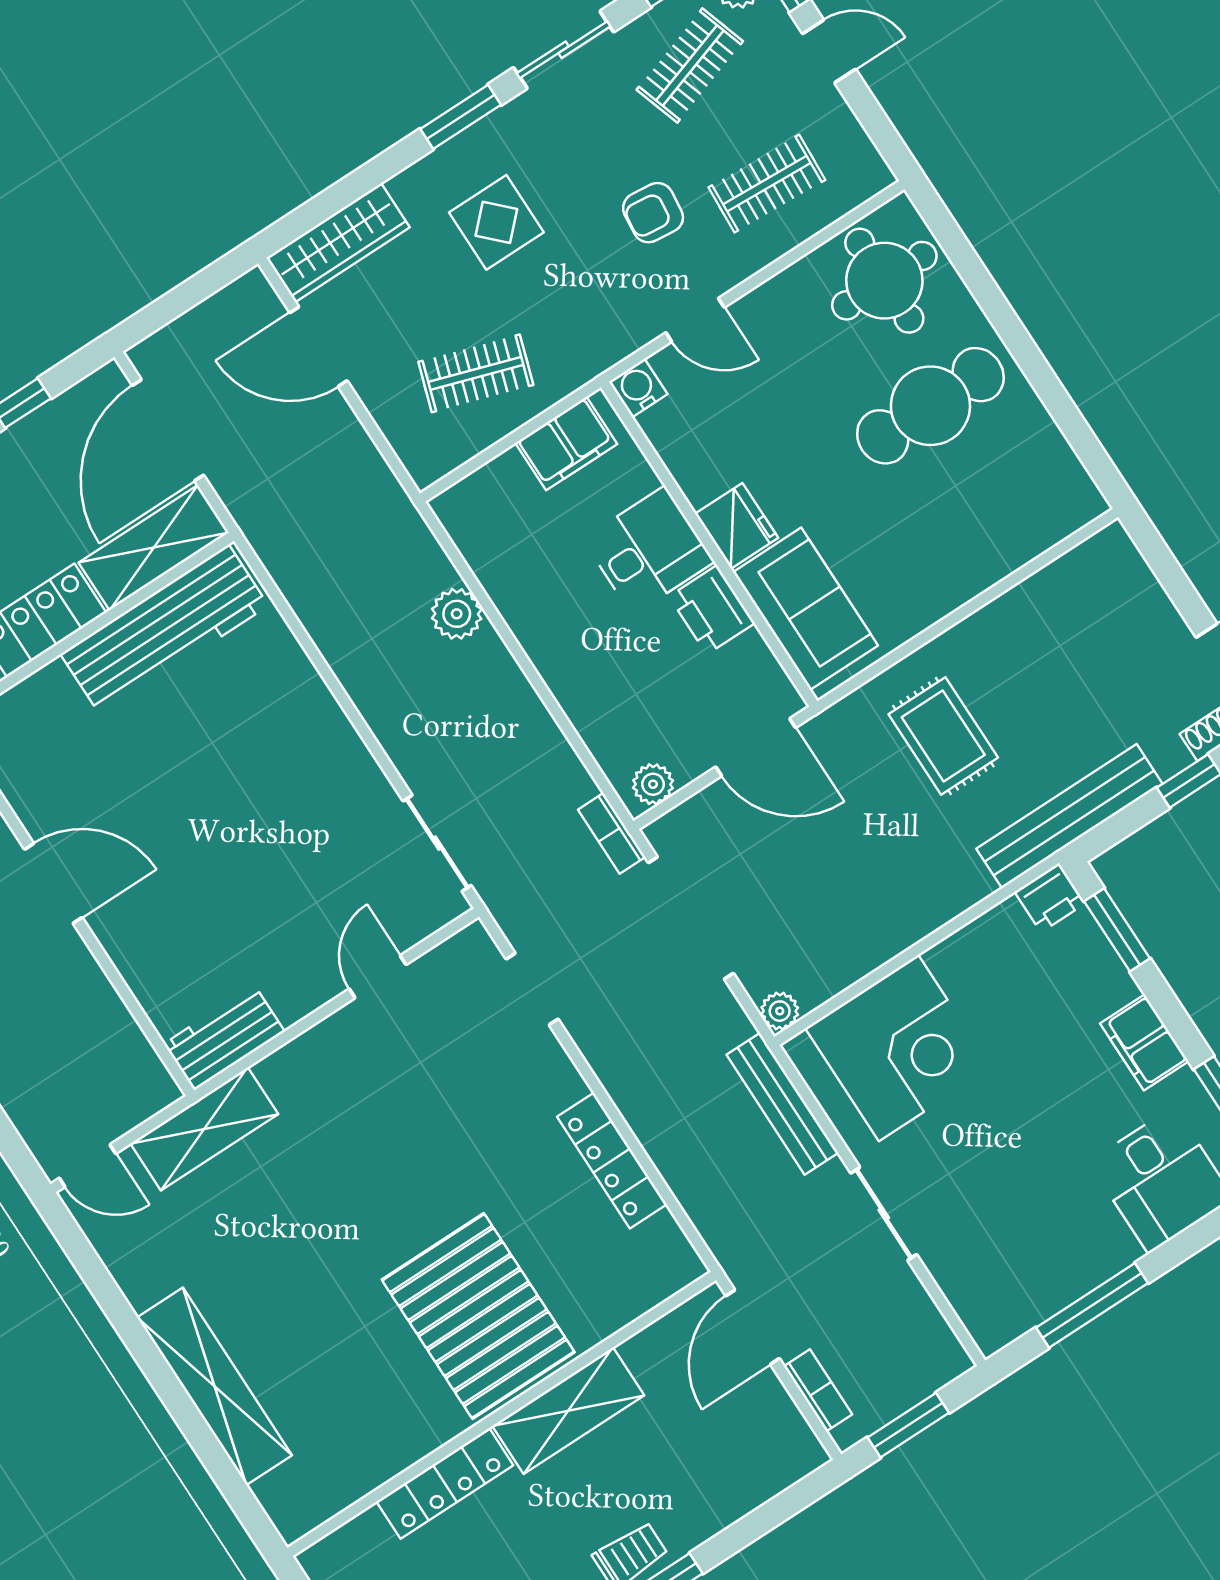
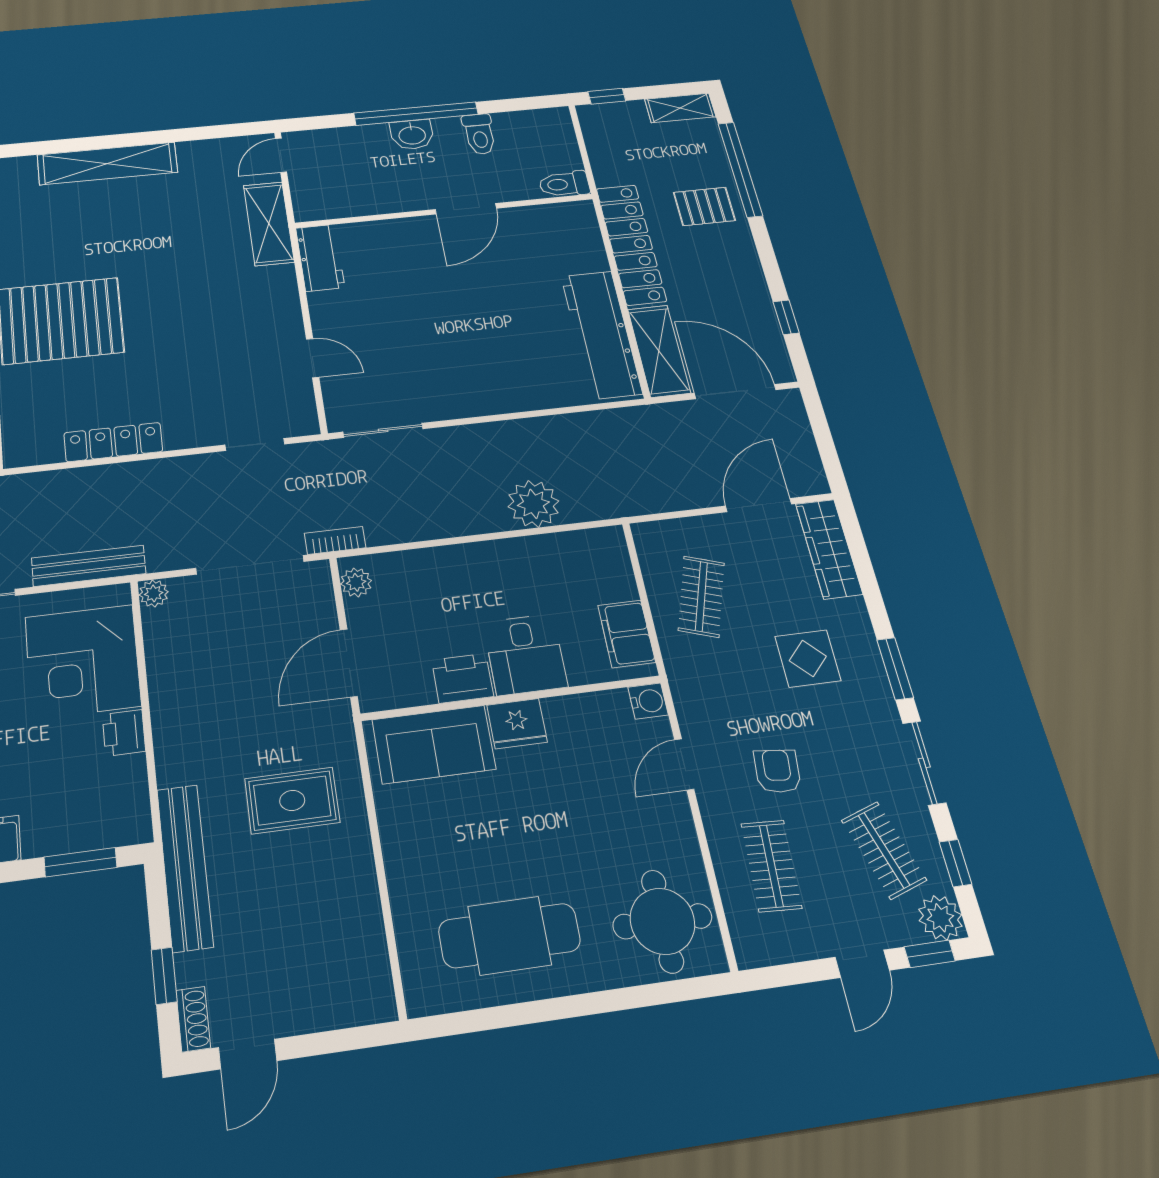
cafe table: (930, 406) -> (509, 936), moved, turned 90
plant: (457, 614) -> (533, 504), width x1.36, depth x1.36
printer: (1050, 898) -> (124, 733), moved

